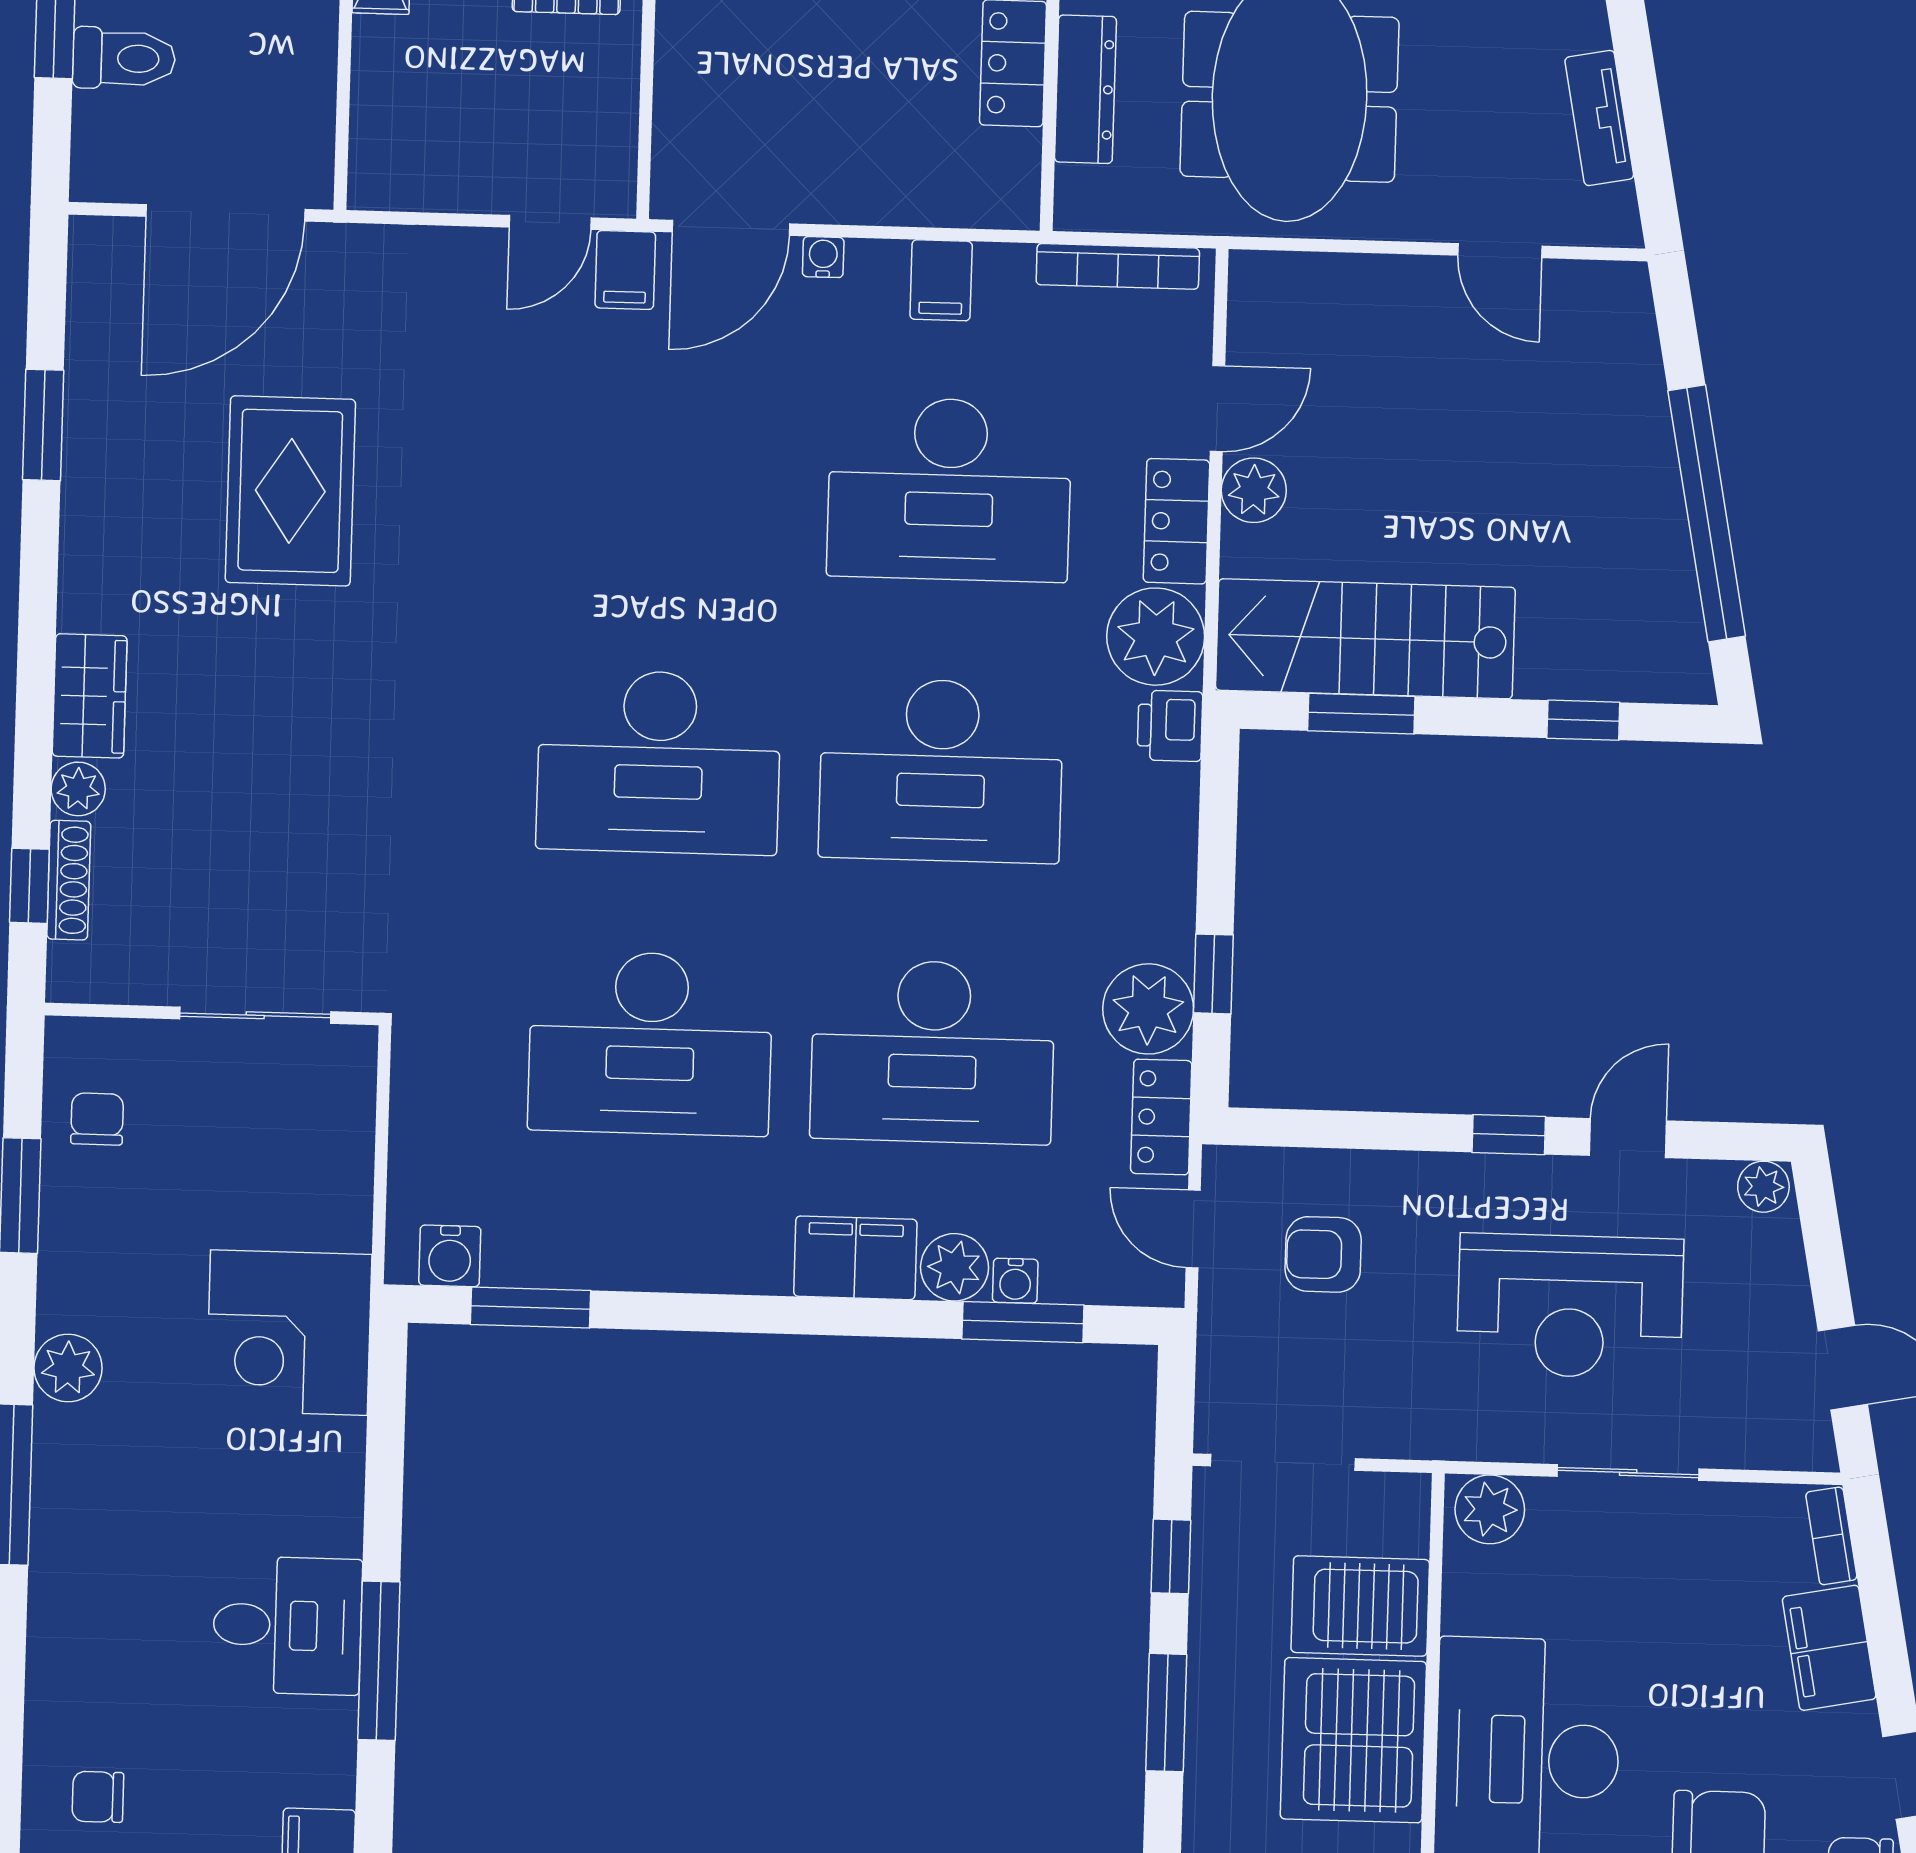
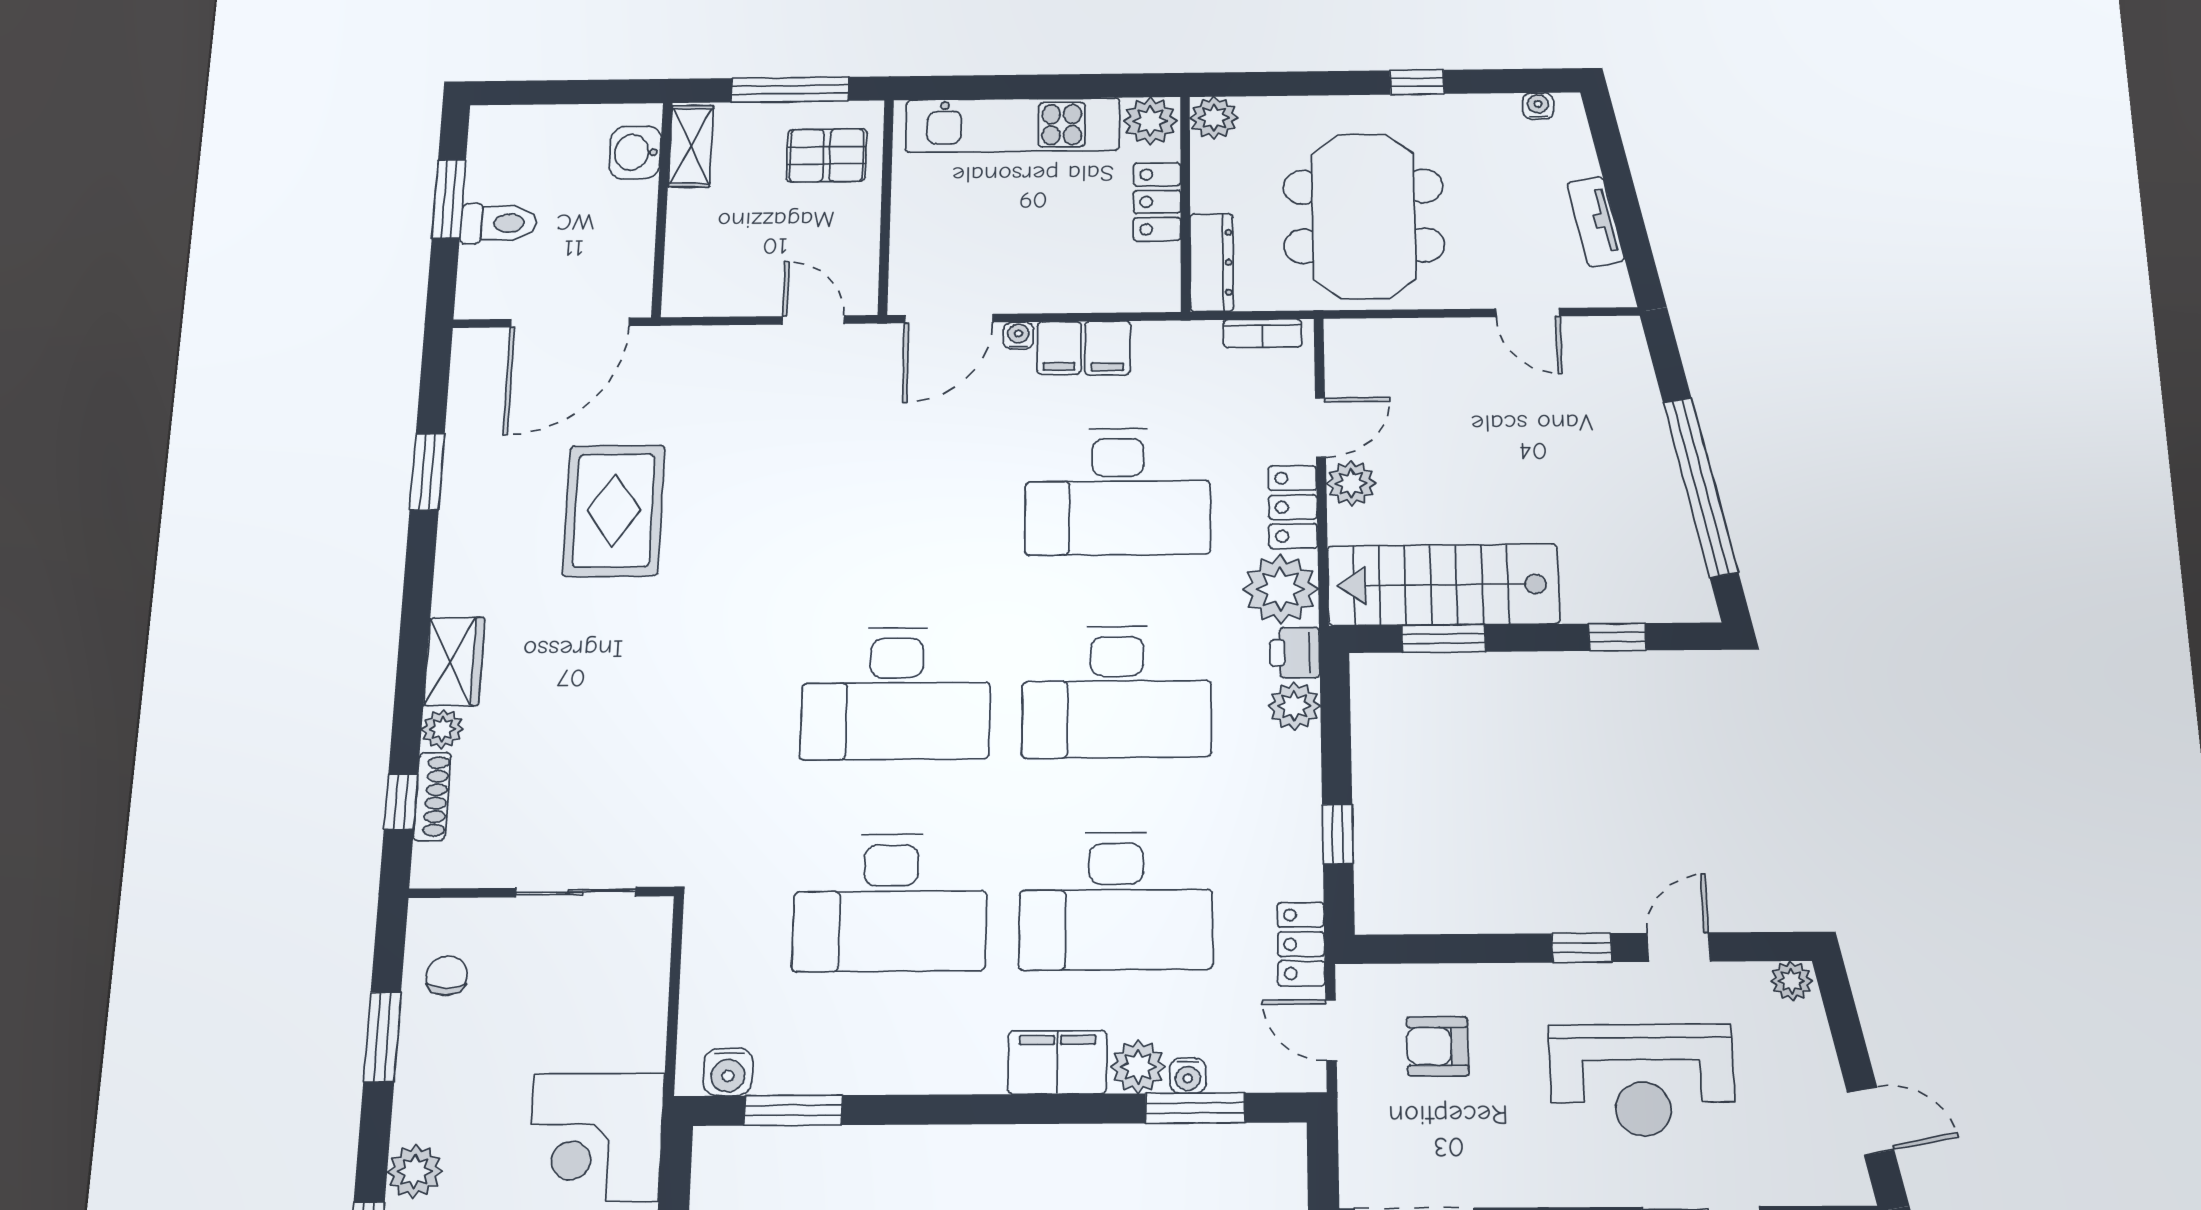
dresser: (1085, 89) -> (1212, 262), moved
door: (550, 222) -> (813, 320), swing flipped
bookcase: (1118, 266) -> (1262, 333), width x0.64
filing cabinet: (625, 270) -> (1059, 348), moved
plant: (1148, 1009) -> (1294, 706), moved, width x0.73, depth x0.73

